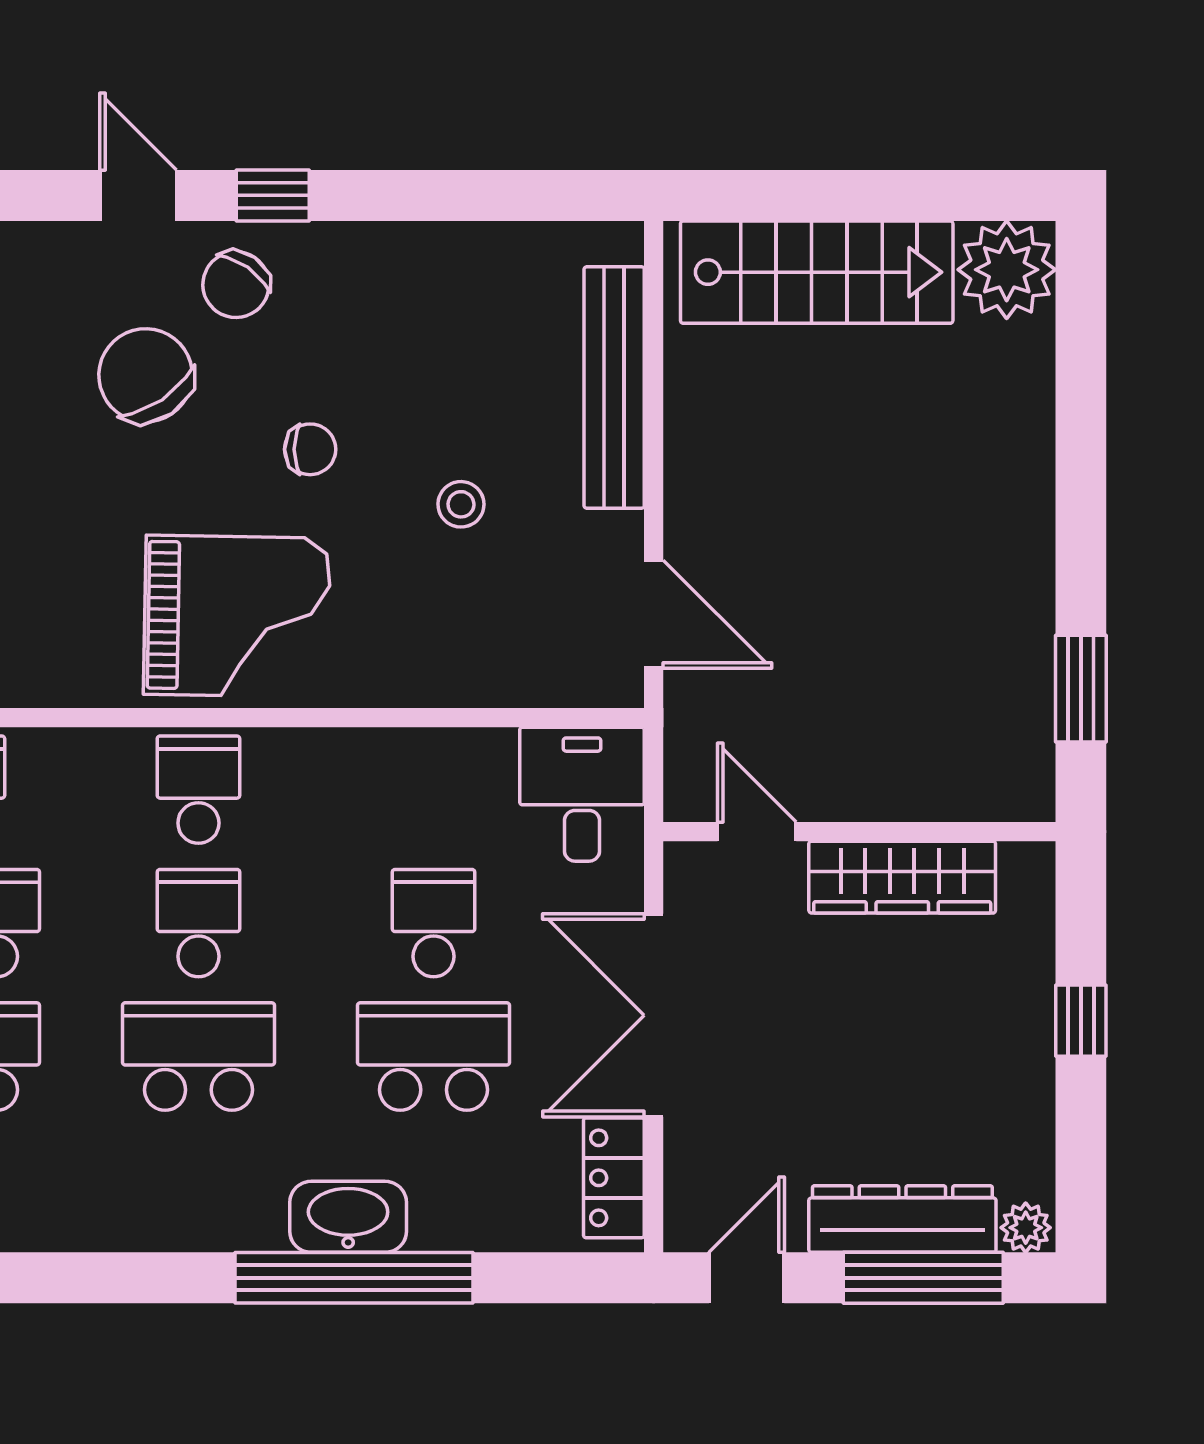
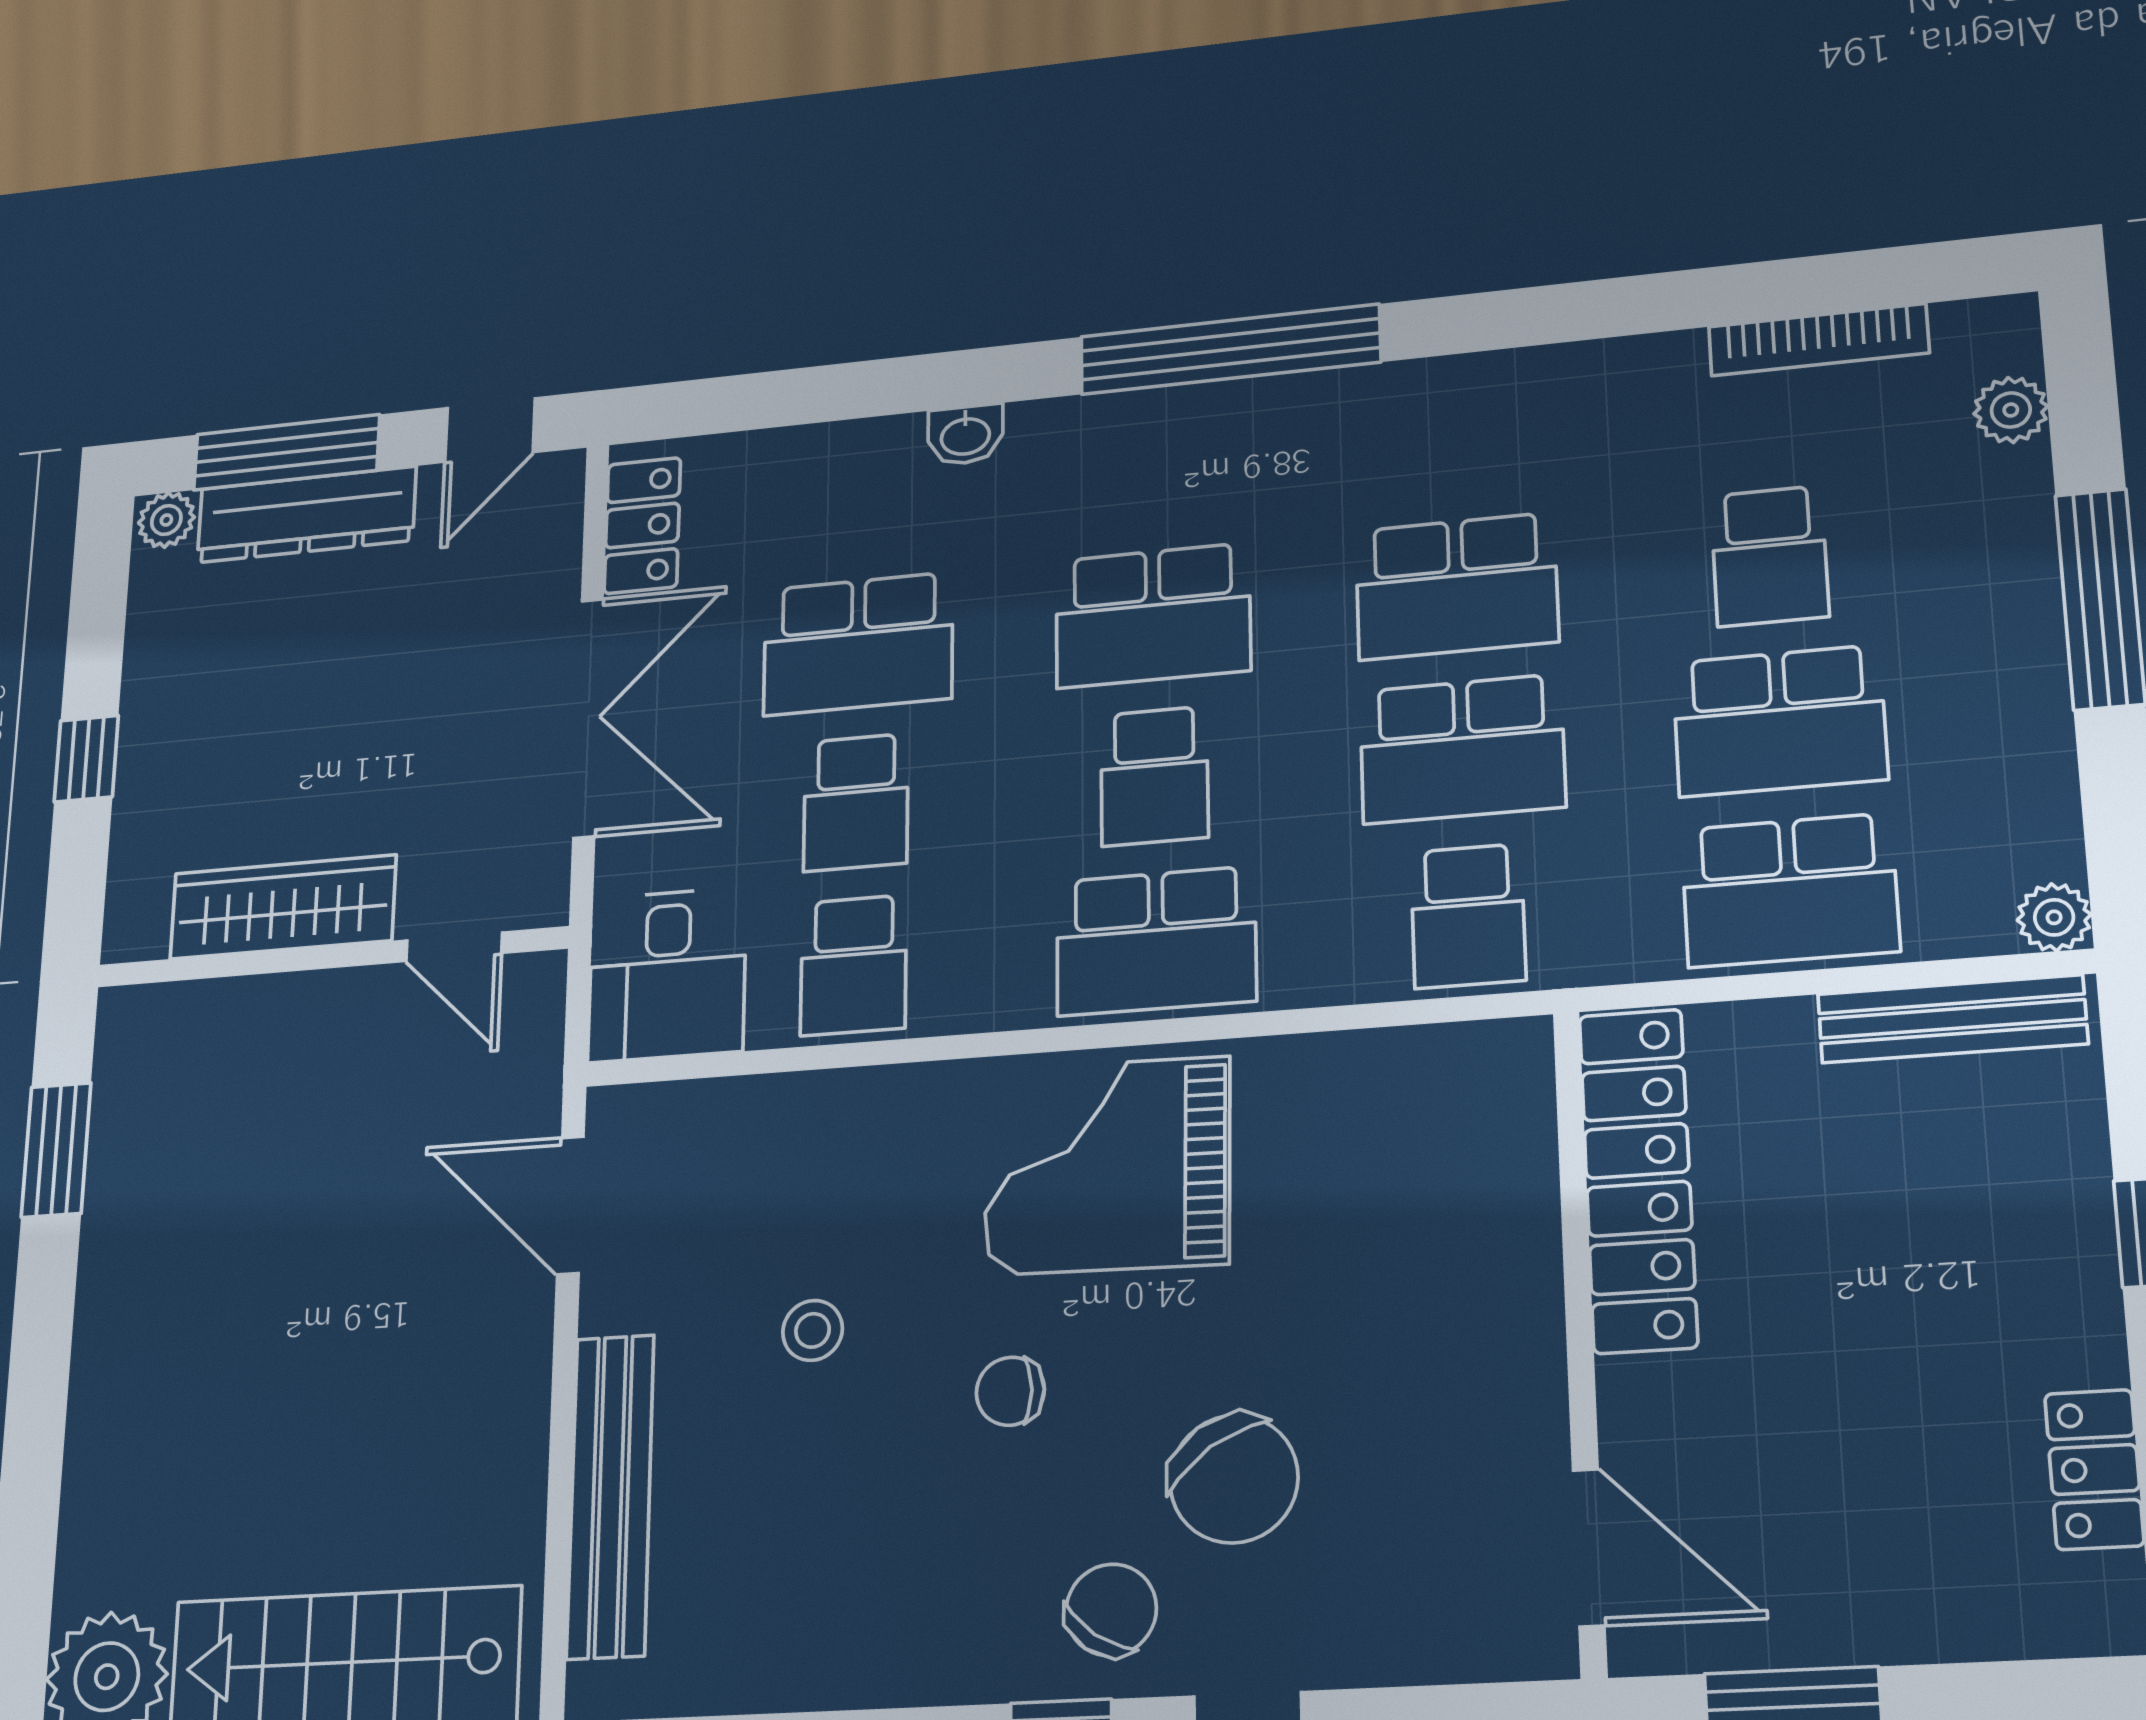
school desk: (198, 790) -> (1156, 941), width x1.85
school desk: (434, 790) -> (853, 965), added
washbasin: (348, 1217) -> (965, 435), width x0.52, depth x0.69
window: (354, 1278) -> (1230, 349), moved

